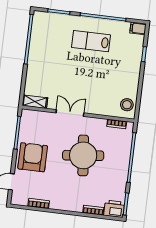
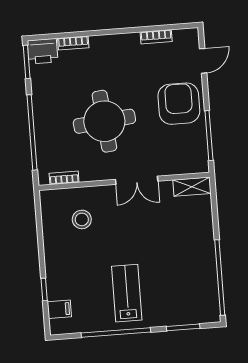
filing cabinet: (138, 28) -> (59, 309), moved
lab bench: (91, 41) -> (127, 293), turned -90
stool: (127, 105) -> (82, 219), moved
armchair: (33, 157) -> (179, 104), turned 180

